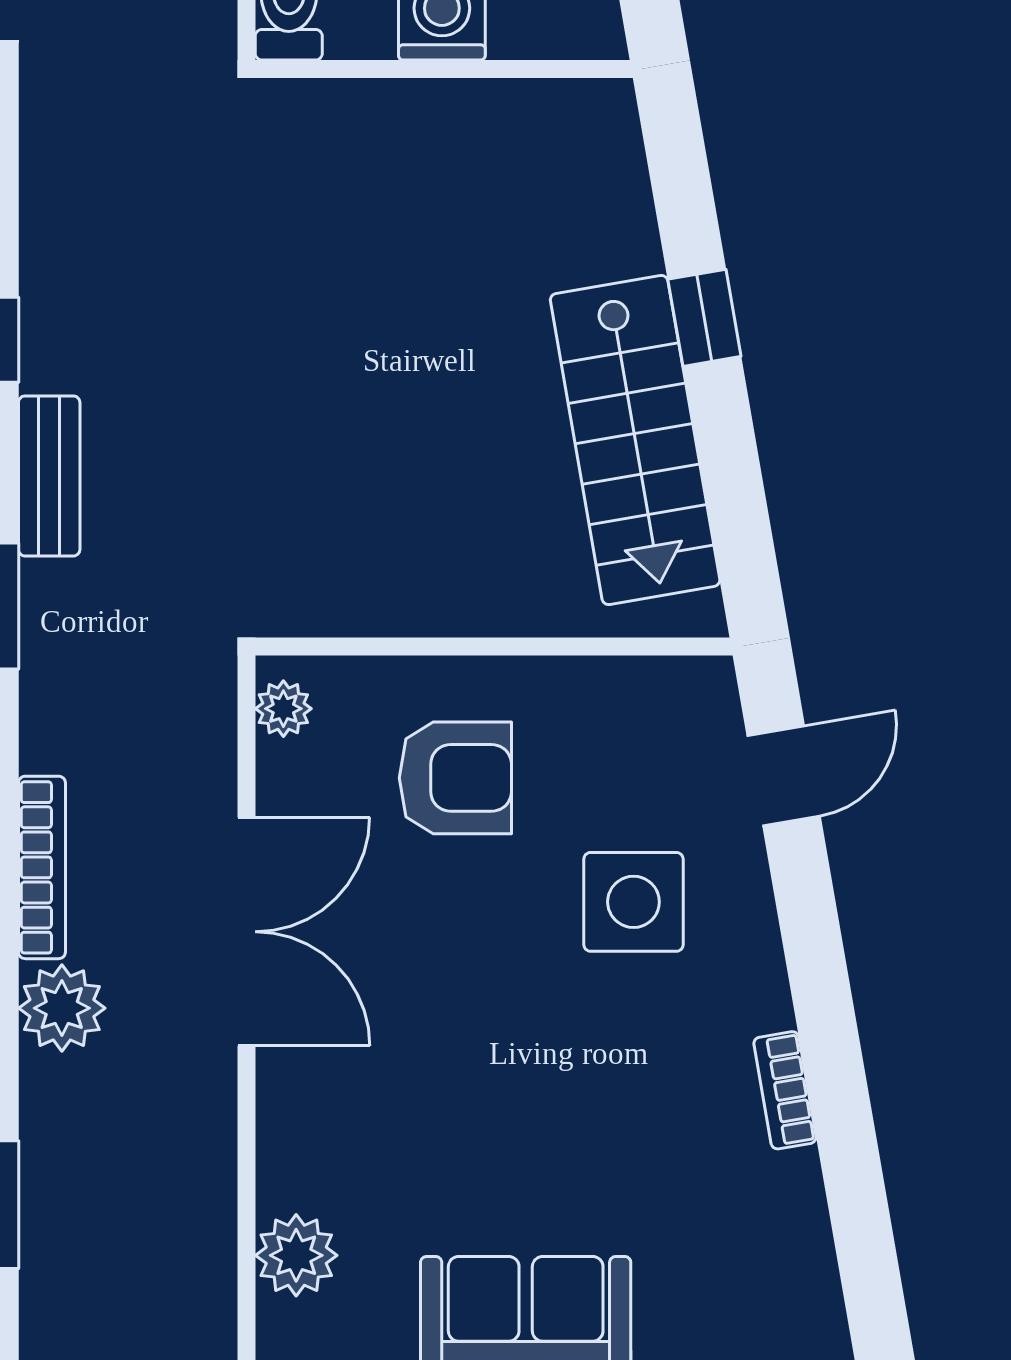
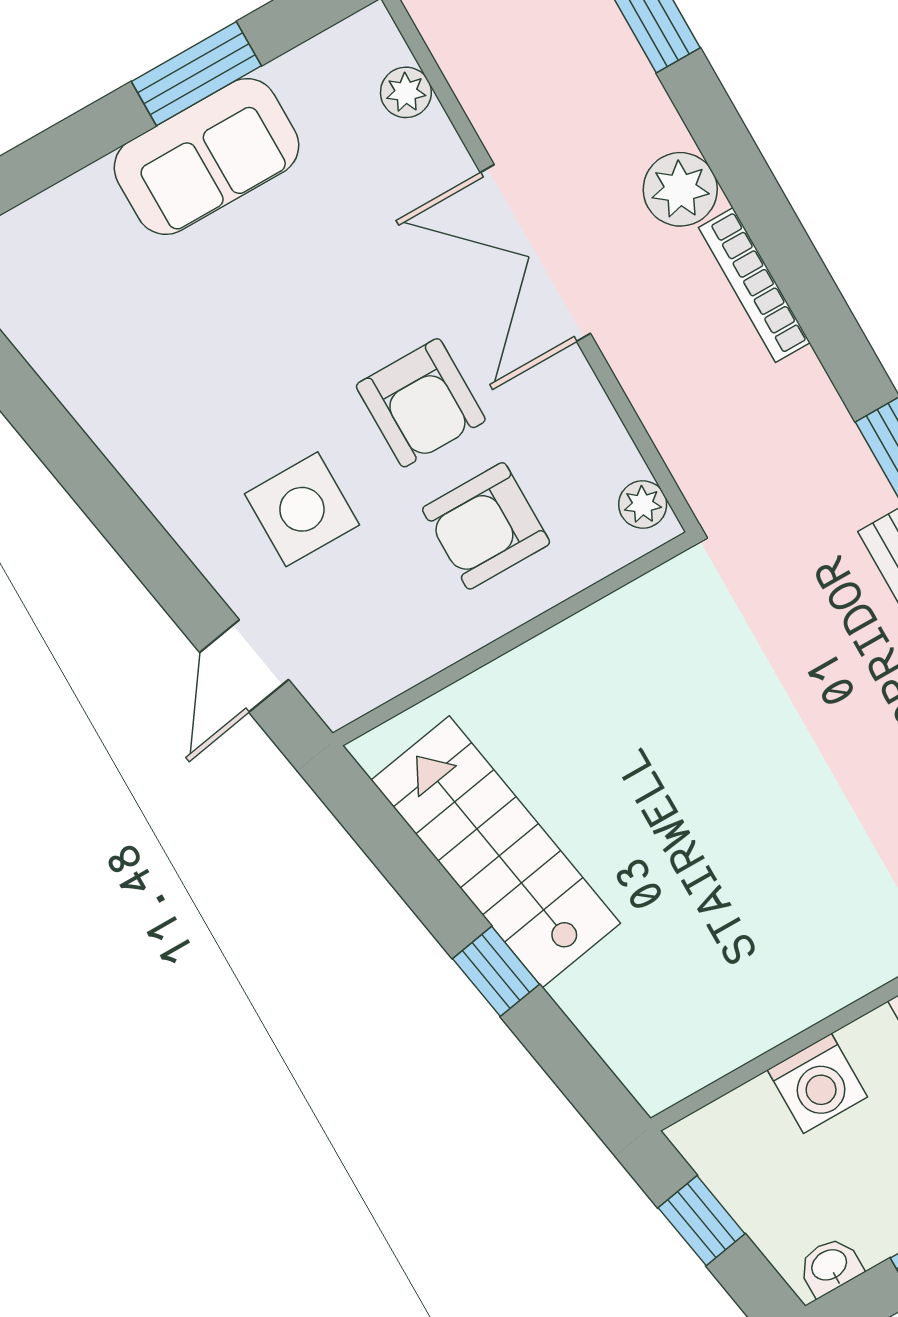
double door: (247, 932) -> (535, 253), moved
armchair: (450, 941) -> (421, 403), added
bookcase: (785, 1090) -> (110, 434), removed
plant: (296, 1255) -> (406, 92), width x0.73, depth x0.73

